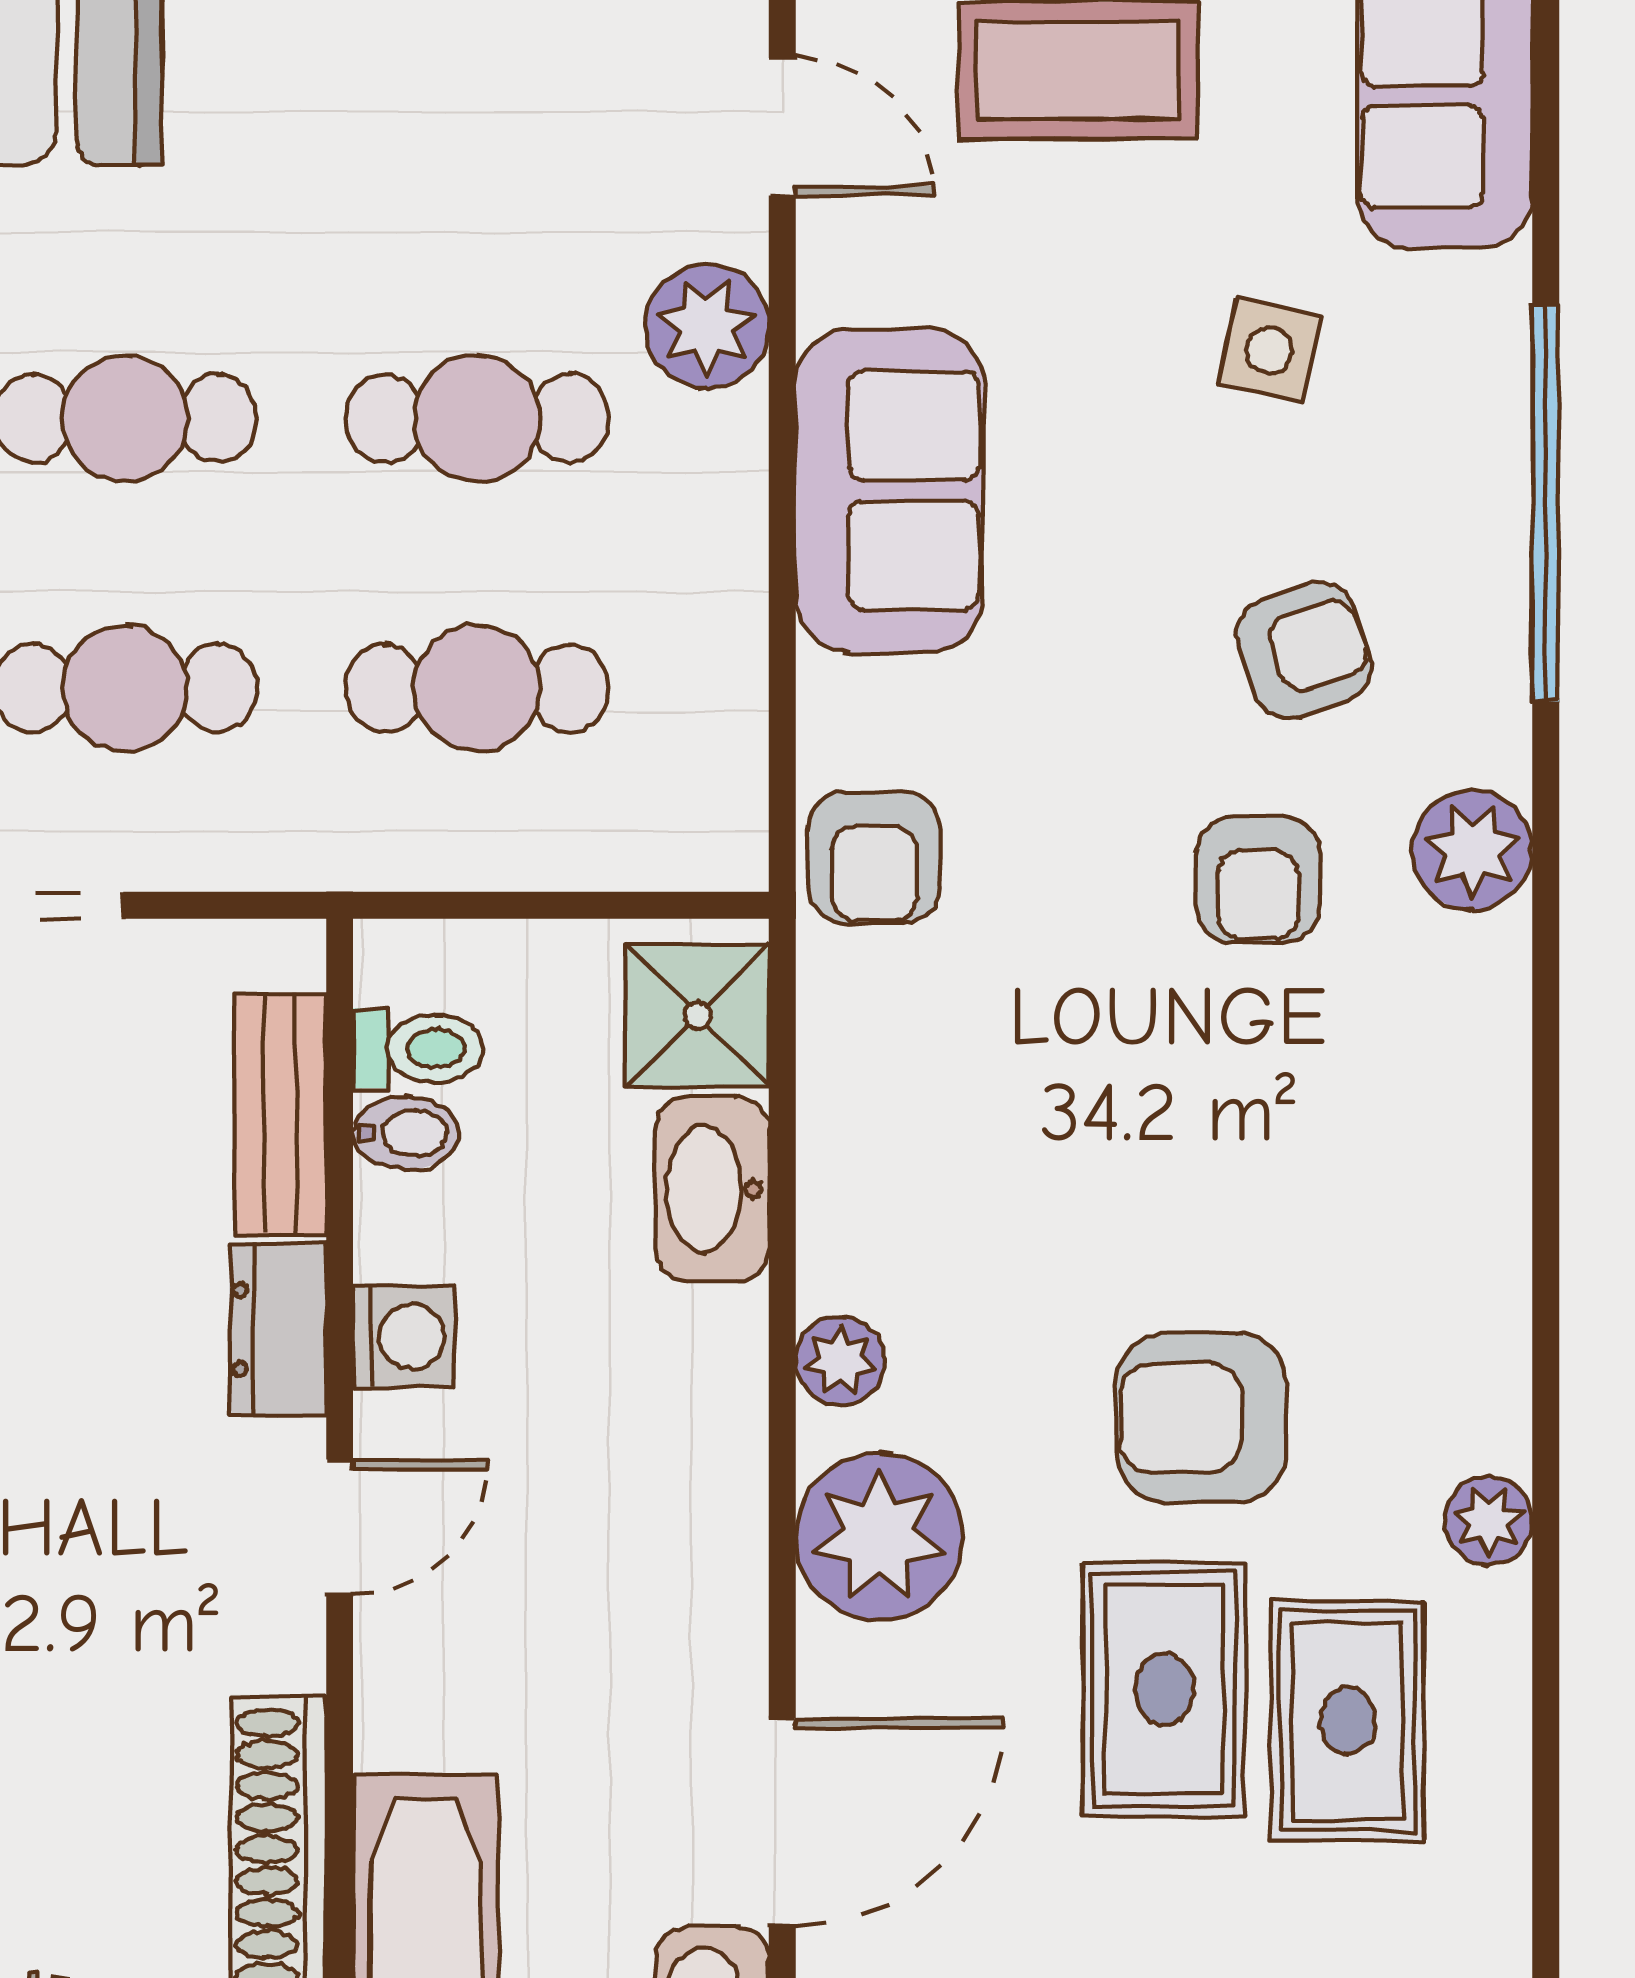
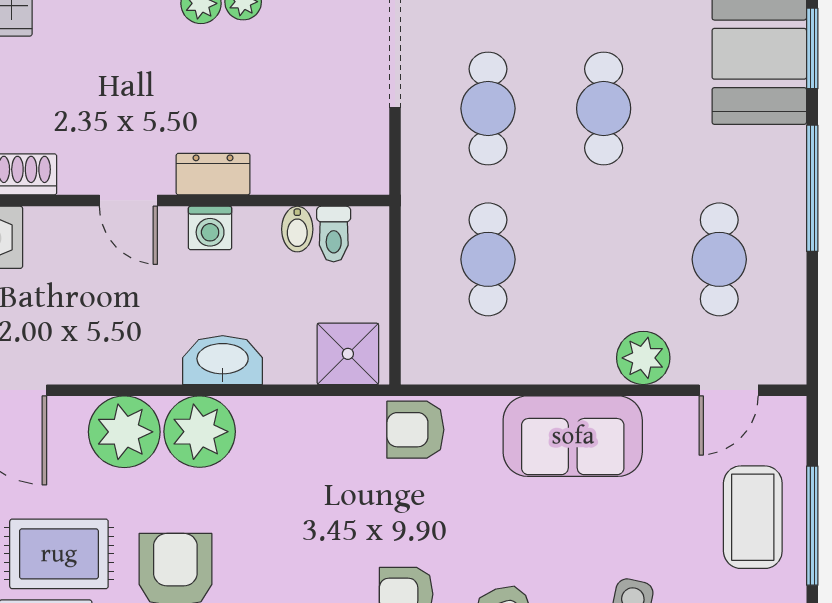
cafe table: (477, 418) -> (719, 259), moved
bench: (280, 1114) -> (306, 175), removed
washbasin: (712, 1189) -> (223, 360), moved
plant: (840, 1361) -> (200, 432), width x1.88, depth x1.88

